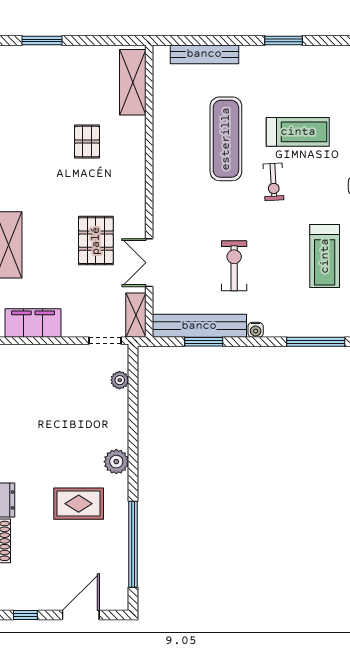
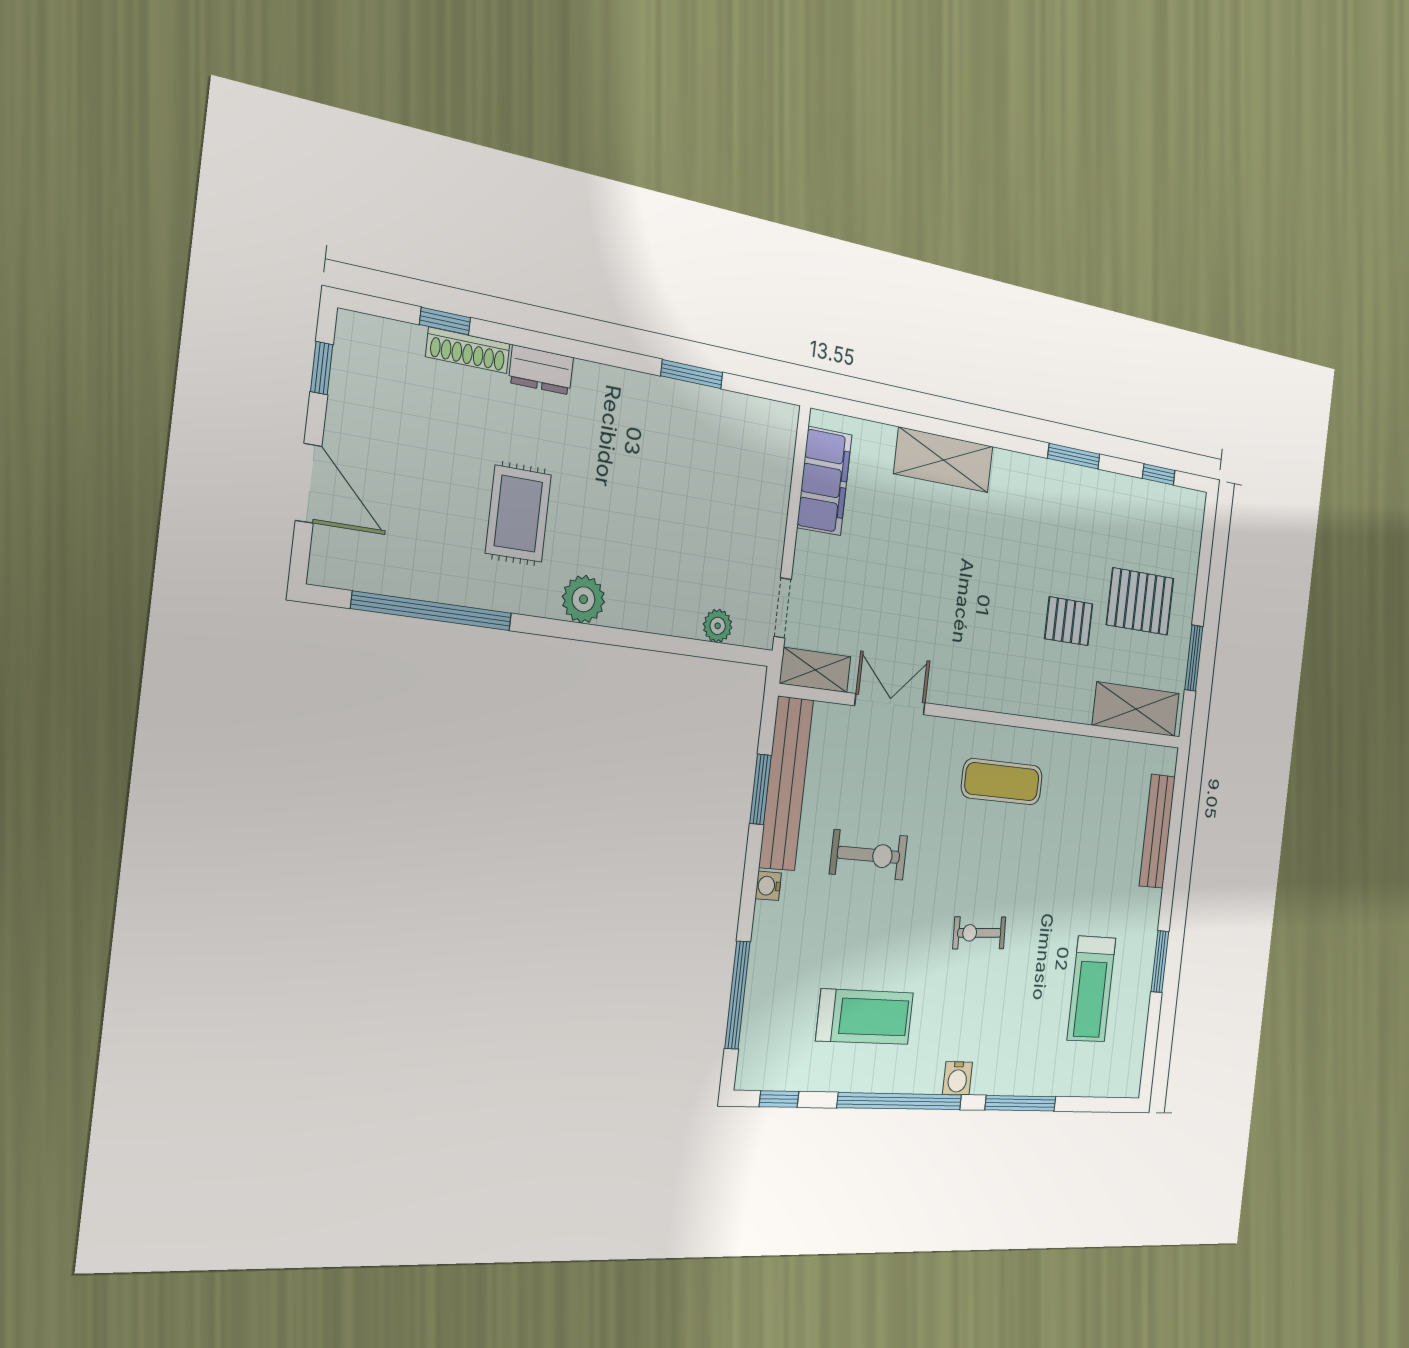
window: (42, 40) -> (1194, 658), moved
treadmill: (298, 132) -> (1091, 989), moved
exercise mat: (226, 139) -> (1002, 782), moved, width x0.73, depth x0.69
pallet: (96, 241) -> (1140, 601), moved
treadmill: (325, 256) -> (865, 1017), turned 180

